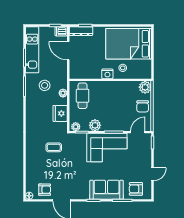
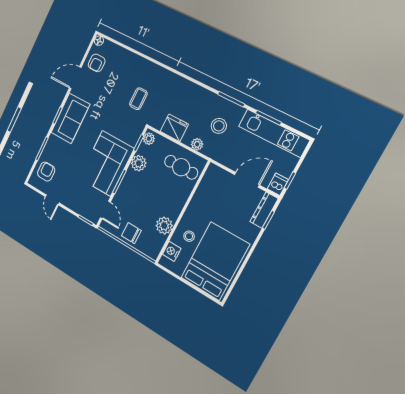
nightstand: (107, 74) -> (172, 251), moved
plant: (145, 87) -> (164, 226), moved
sofa: (107, 190) -> (70, 118), moved

